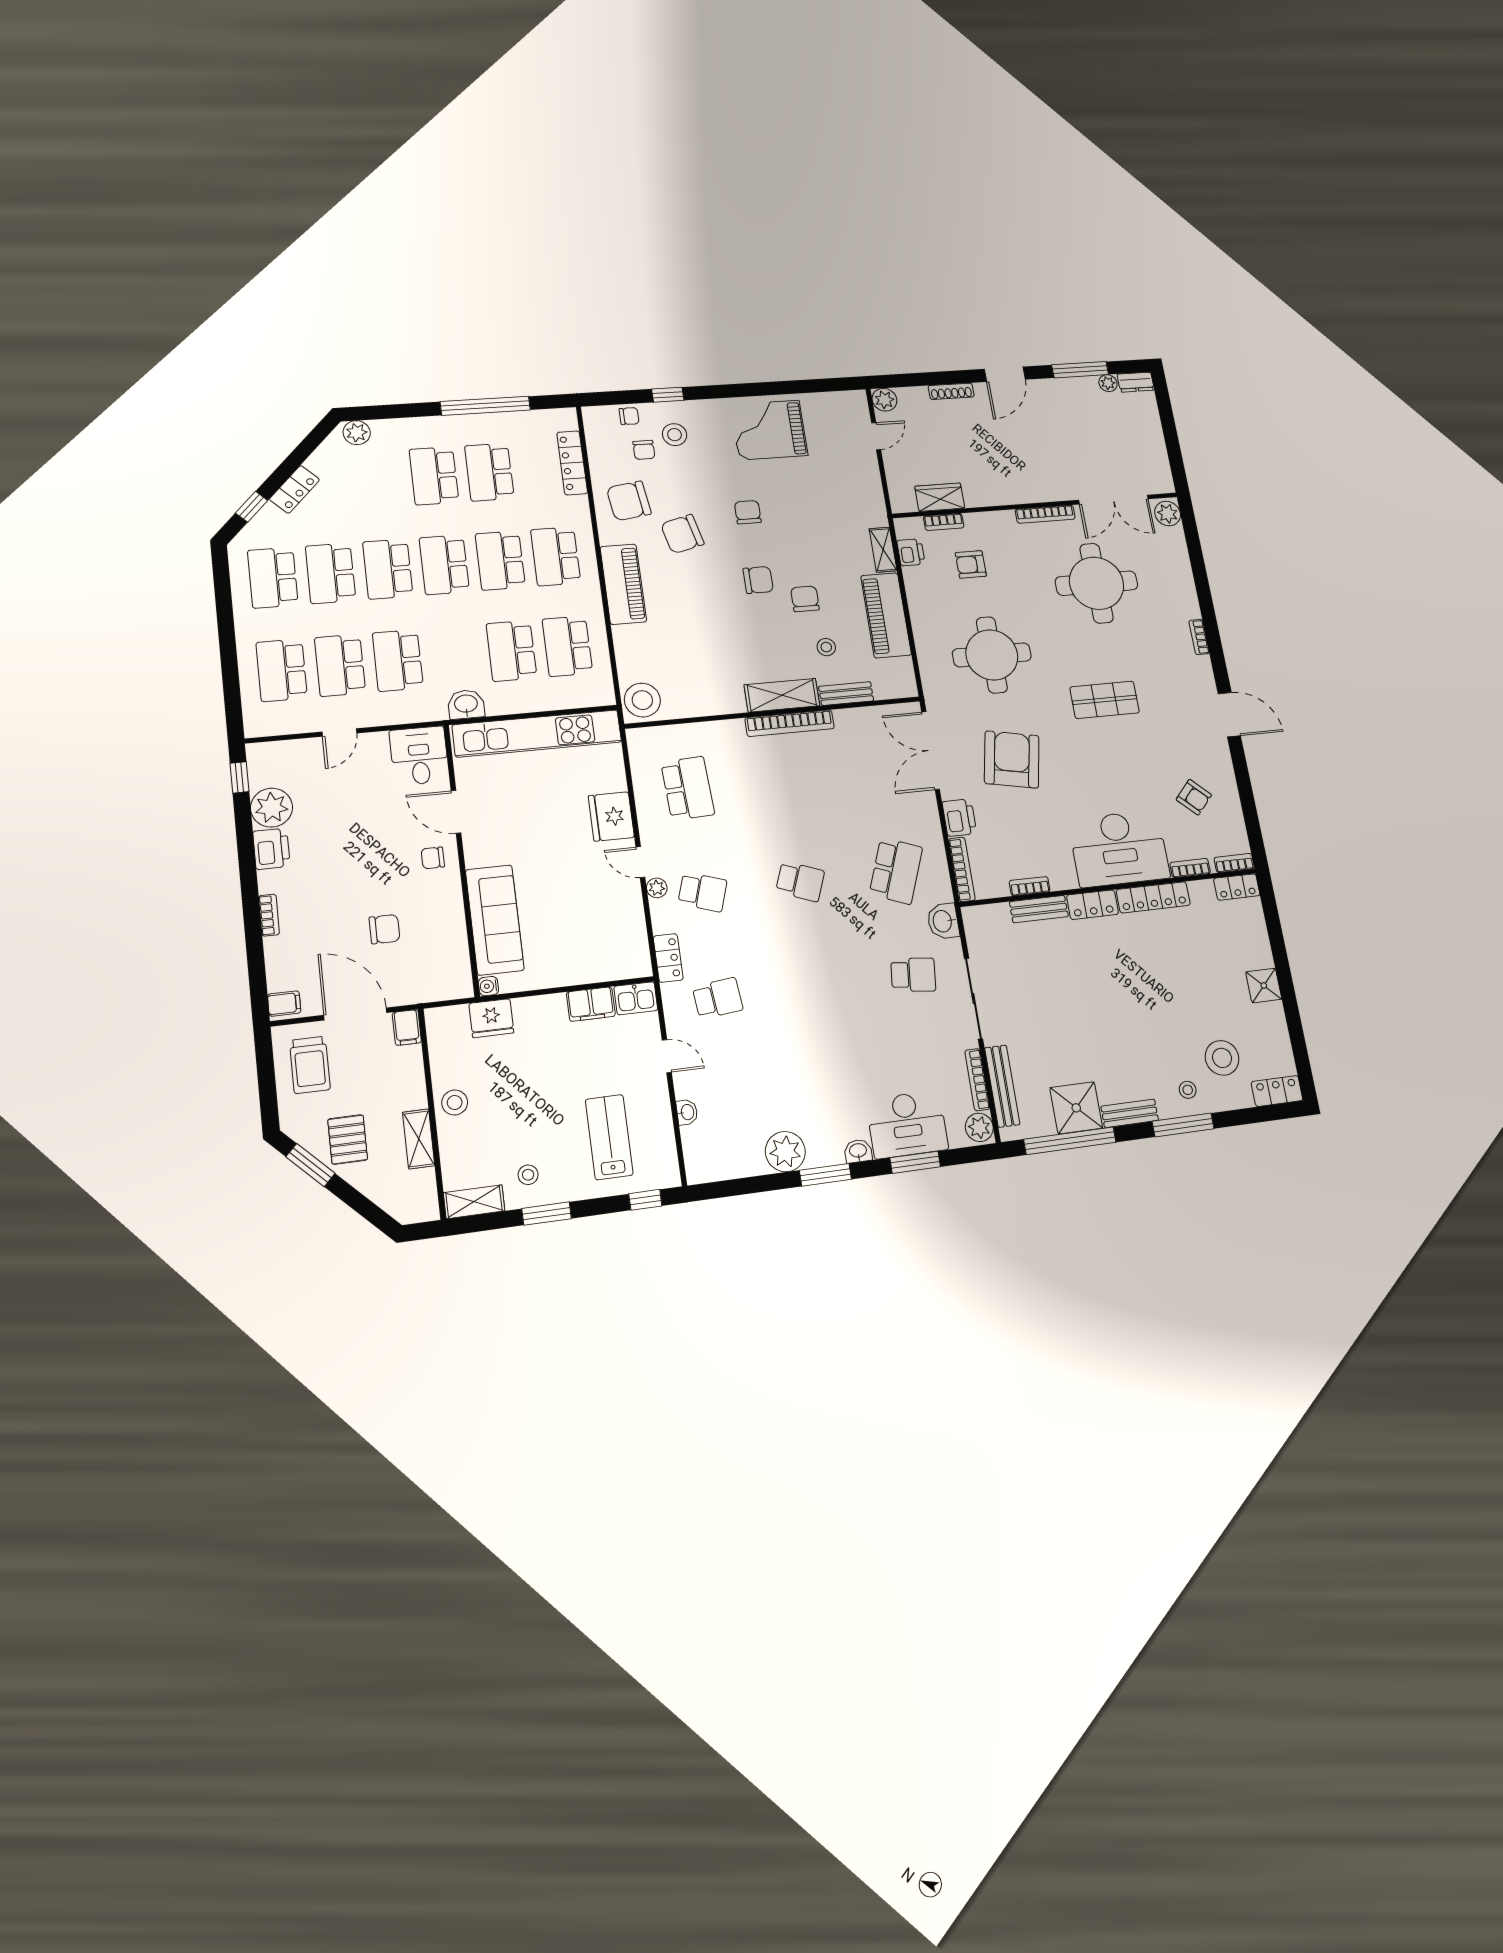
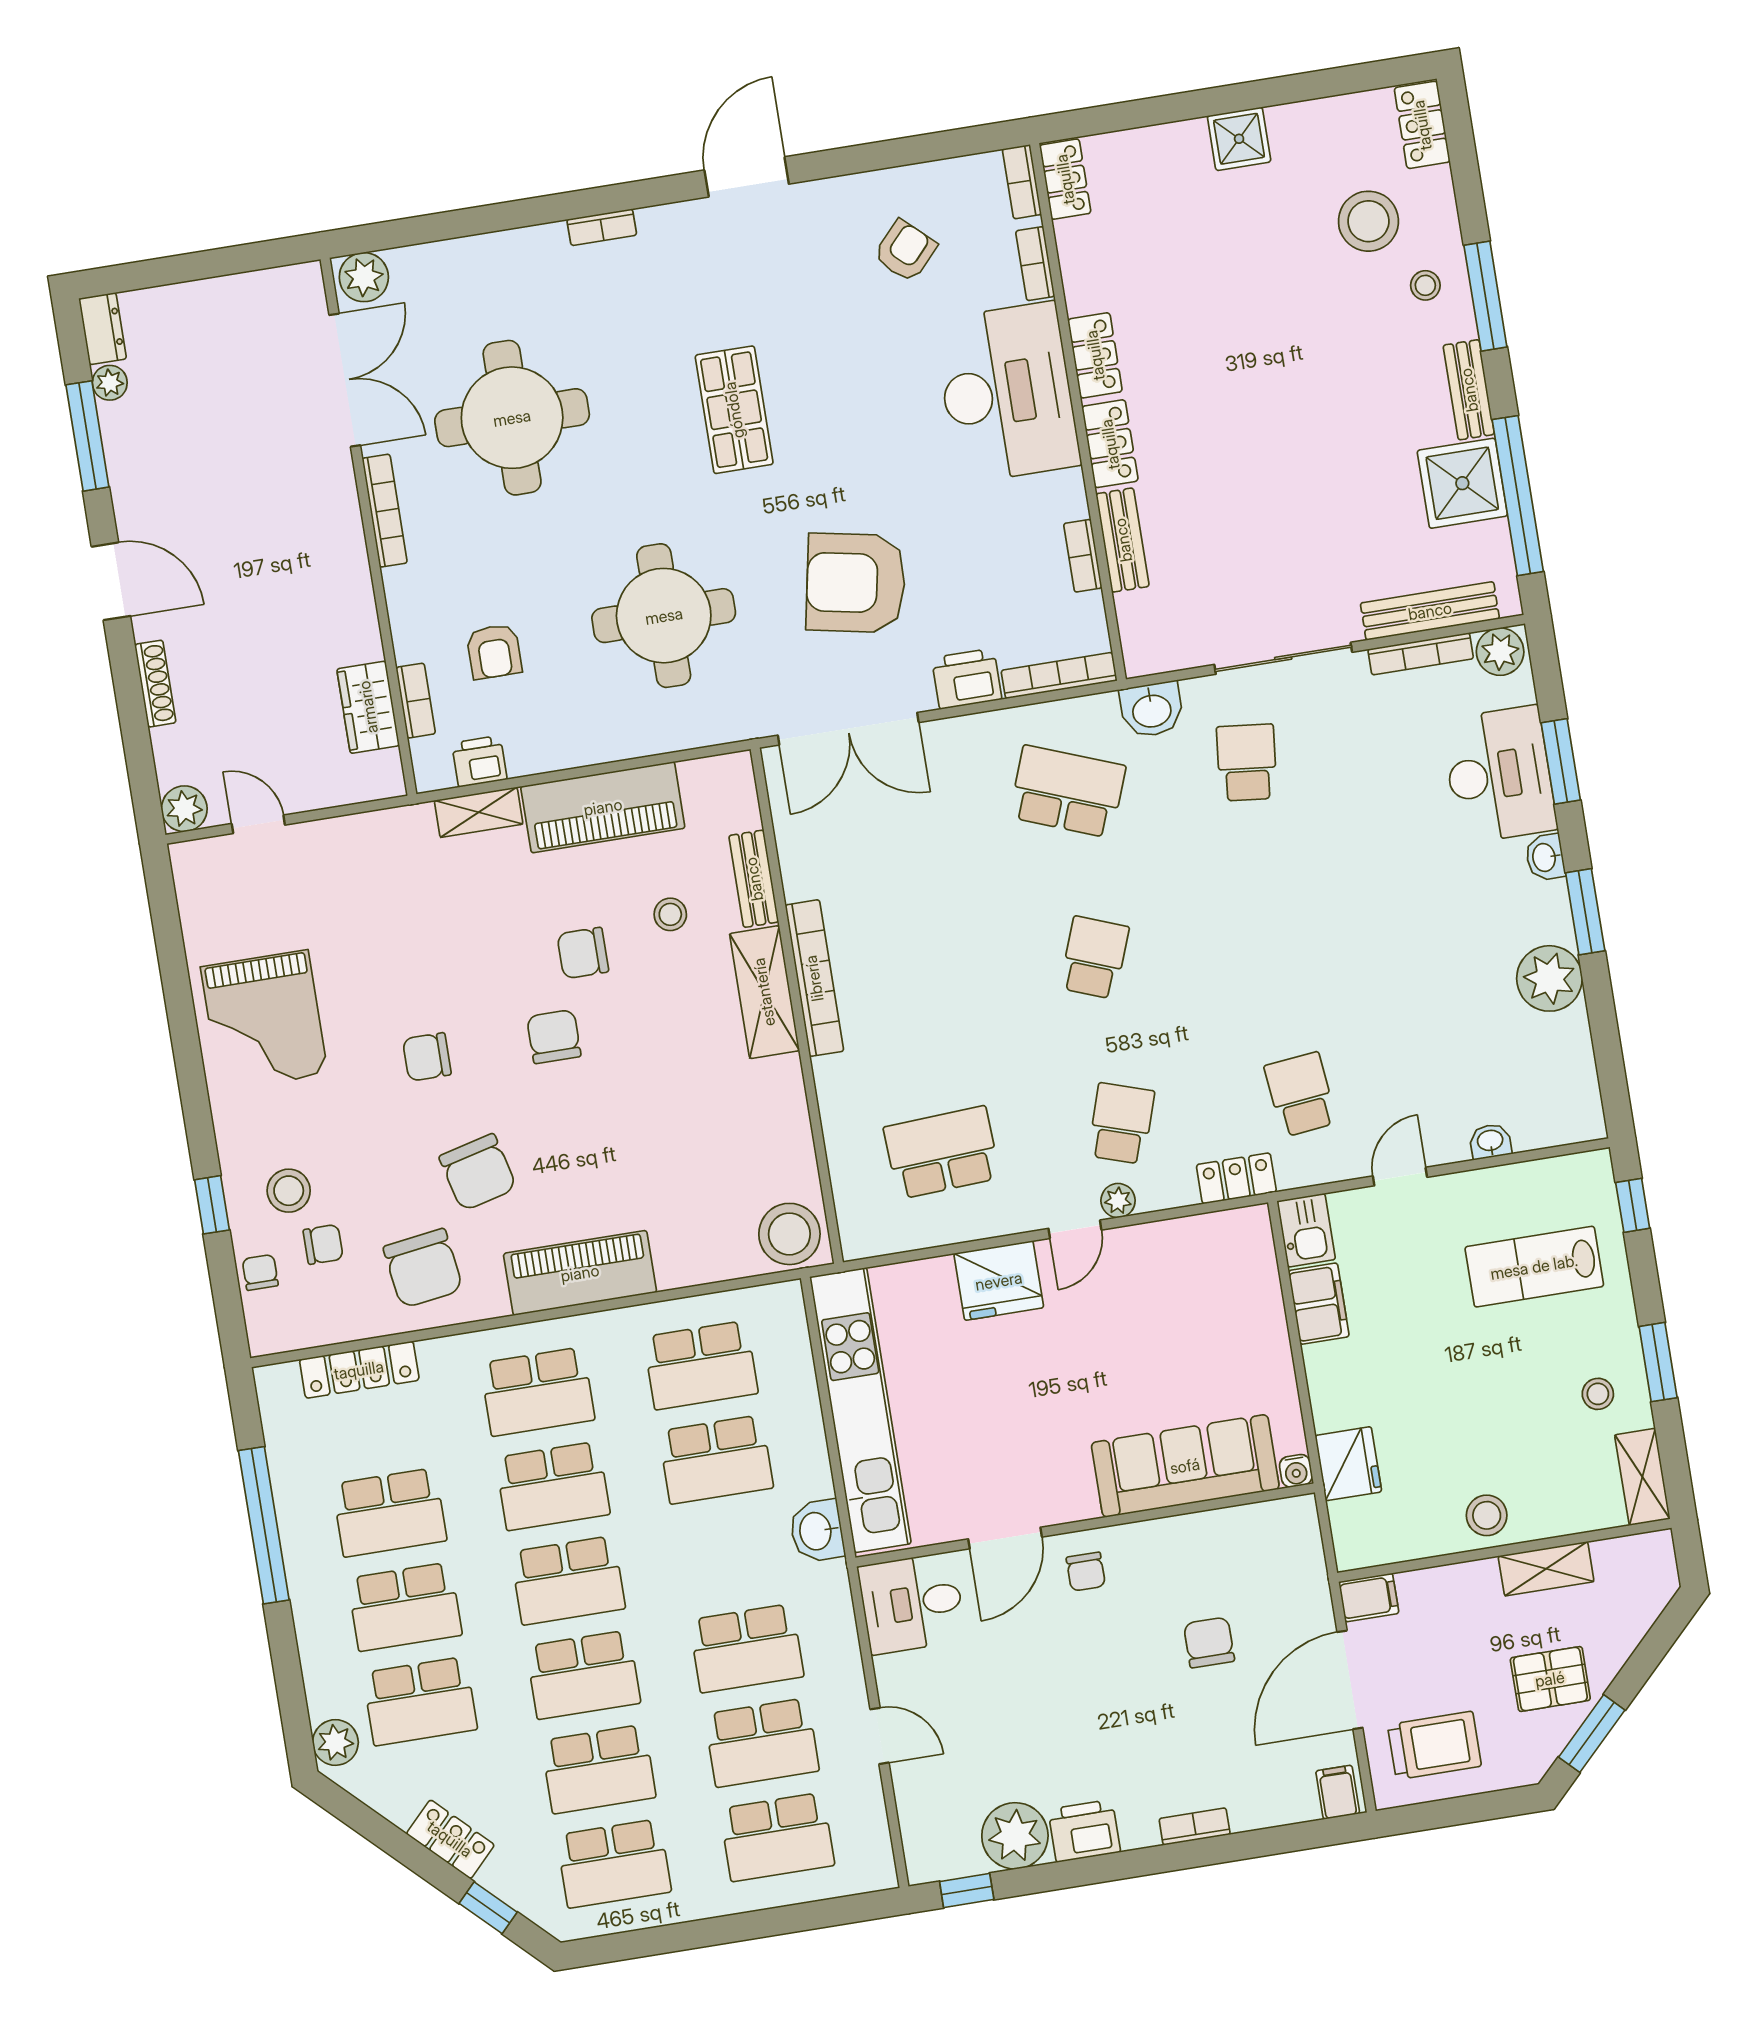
school desk: (378, 480) -> (420, 1701), added
locker: (1153, 897) -> (1095, 355), width x0.66

